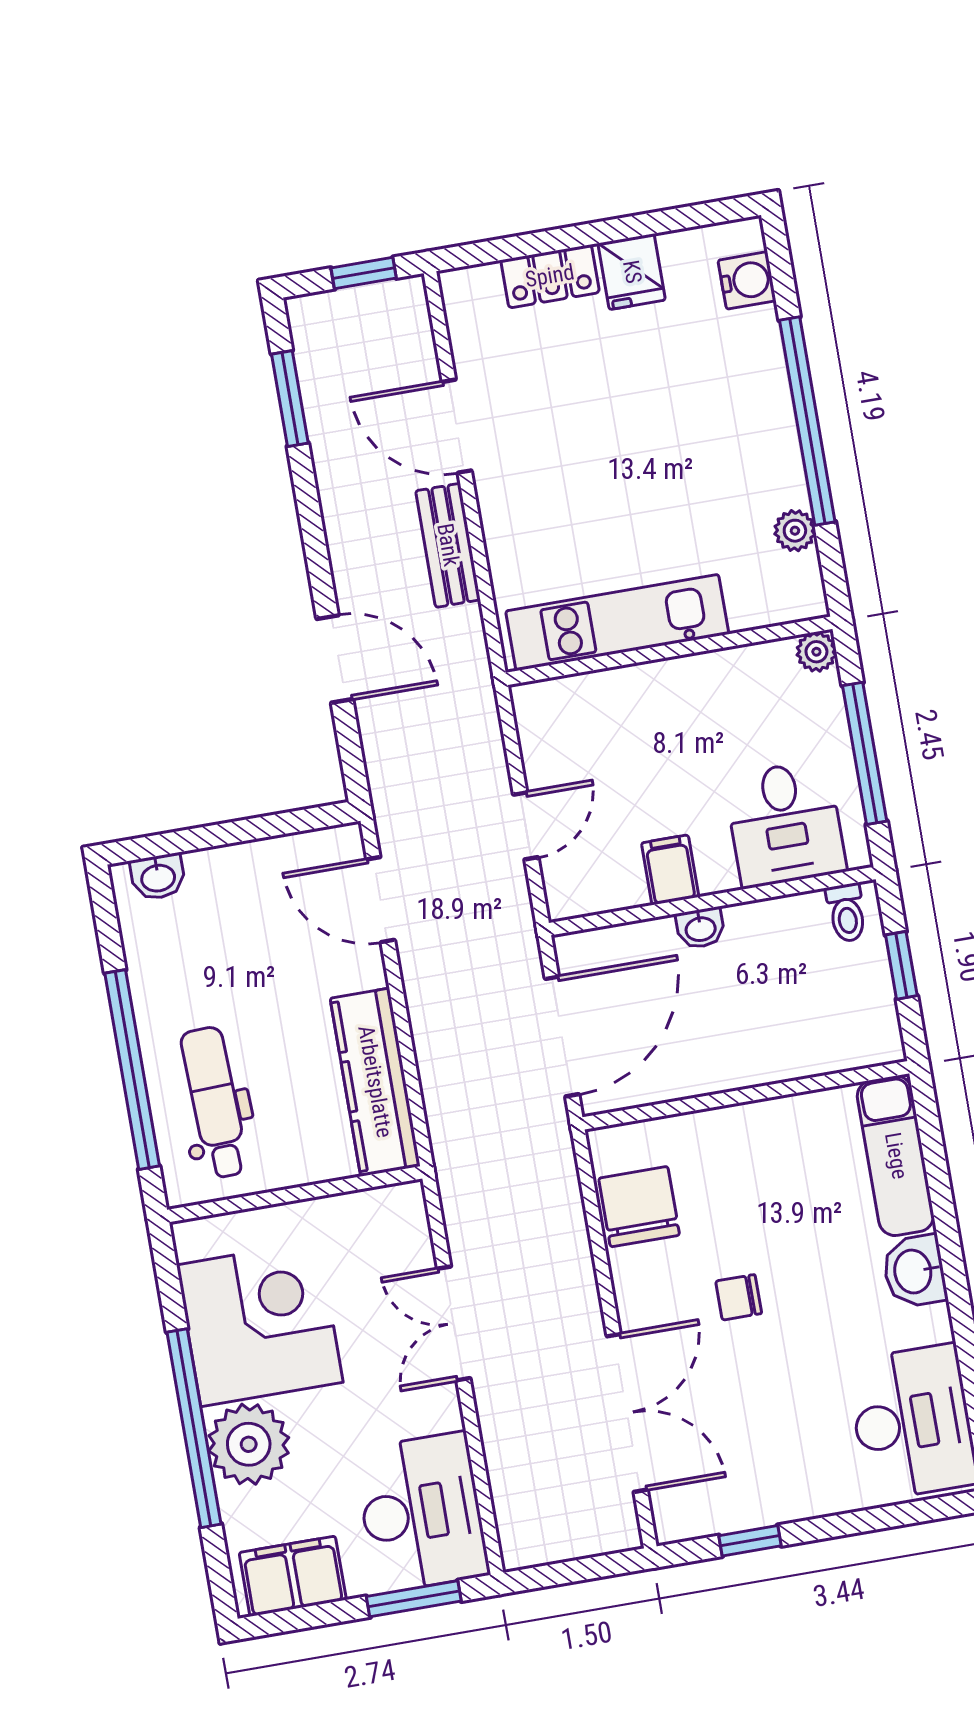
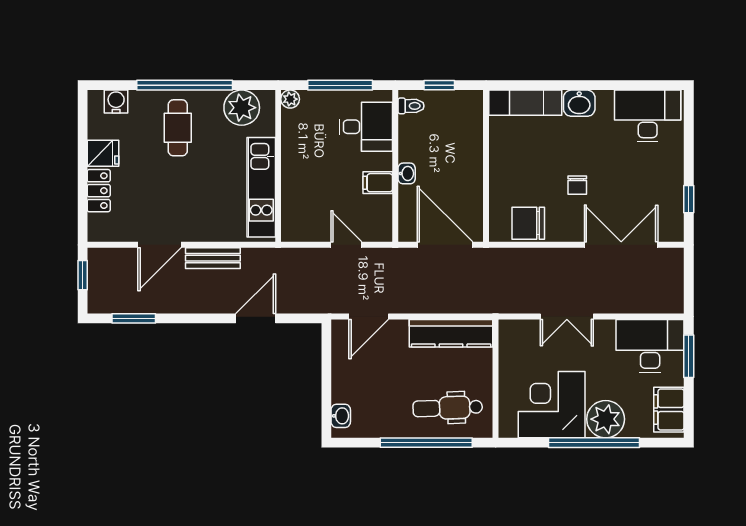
cafe table: (714, 422) -> (178, 128), added
plant: (795, 531) -> (242, 108), width x1.88, depth x1.88

